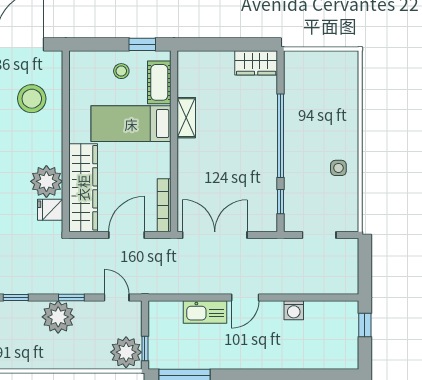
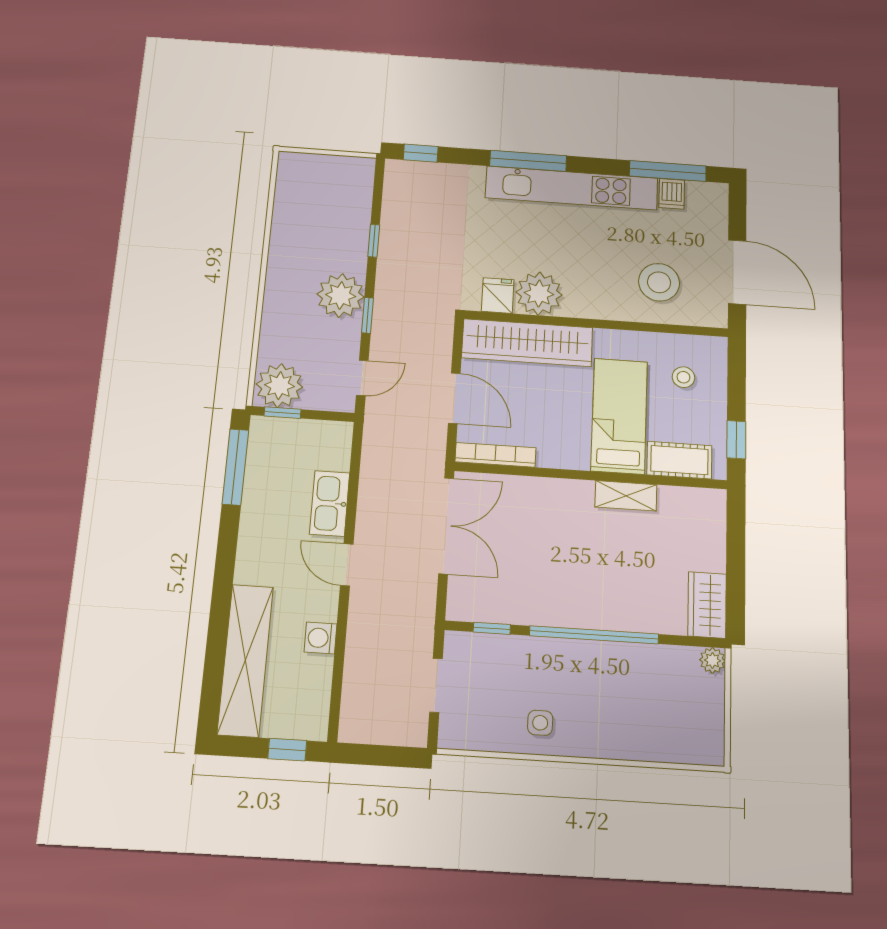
plant: (292, 59) -> (712, 660), added
stool: (121, 71) -> (683, 377), moved
shelving: (311, 356) -> (245, 660), added

